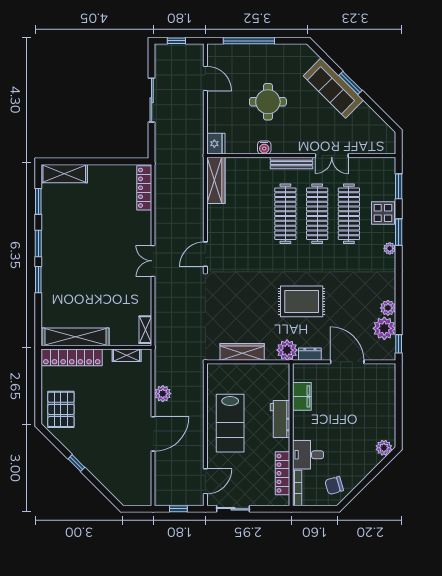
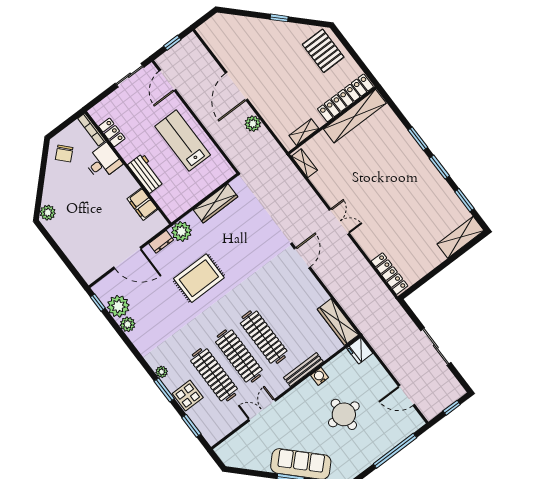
bench: (291, 163) -> (303, 370), moved
locker: (283, 473) -> (112, 132), width x0.66
chair: (334, 485) -> (64, 154), turned 153

